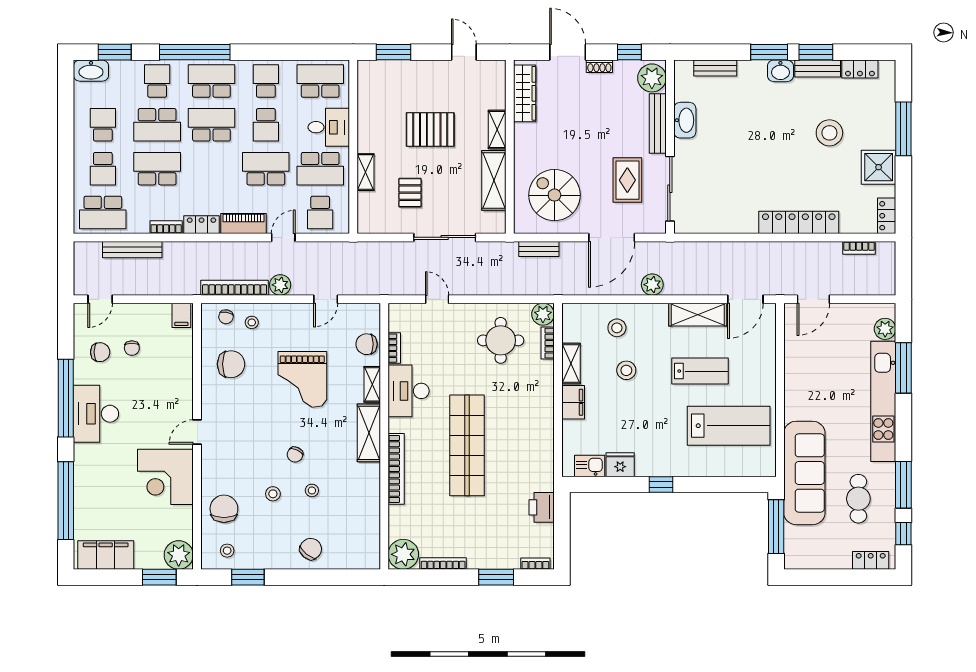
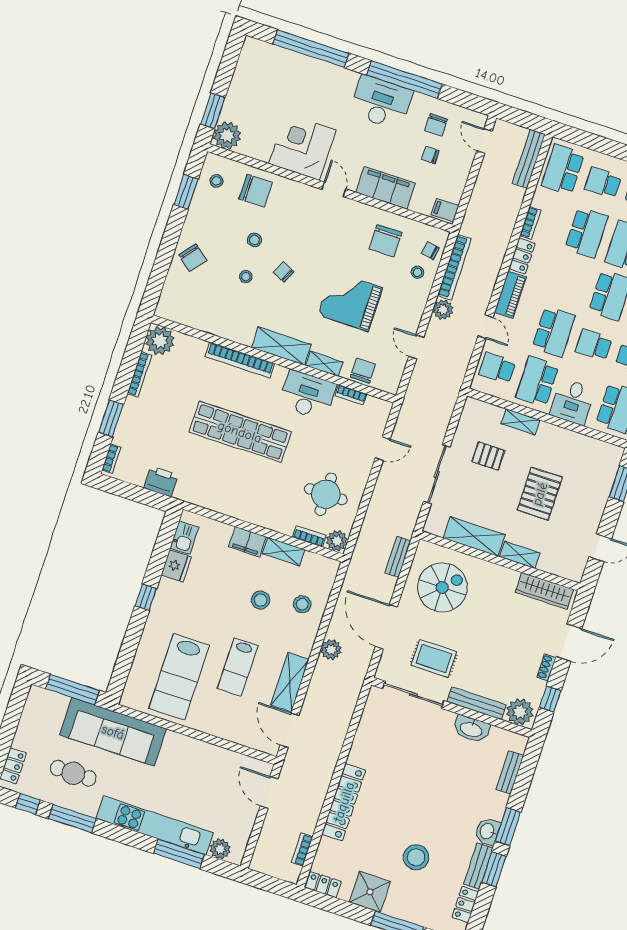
bench: (132, 250) -> (529, 159), moved
filing cabinet: (106, 555) -> (385, 188), moved, turned -90

